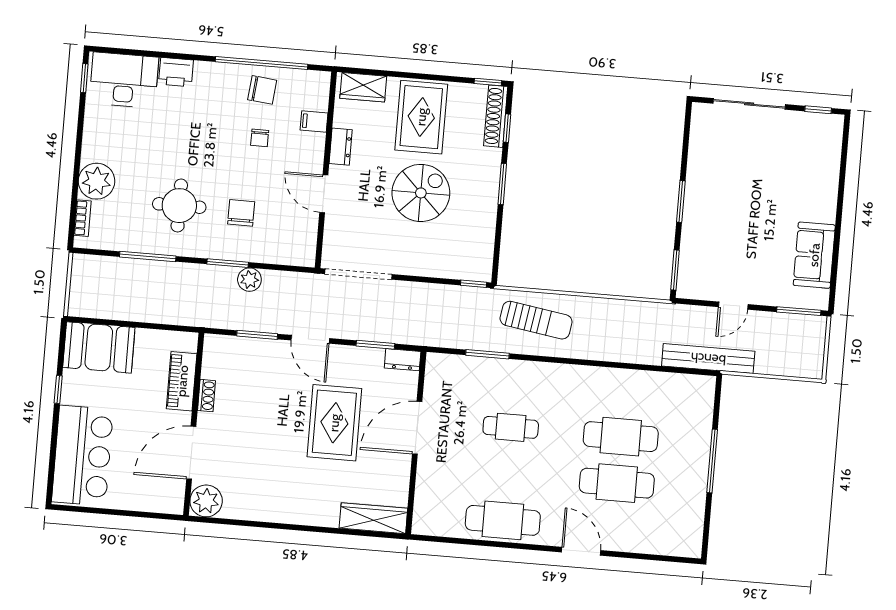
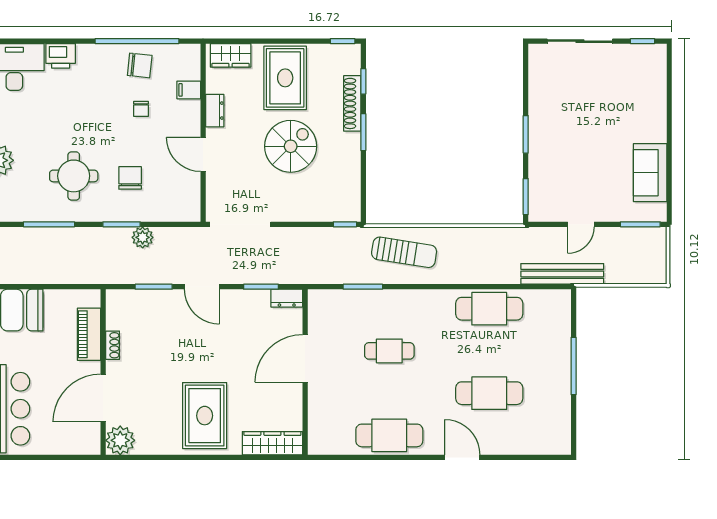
shoe rack: (496, 116) -> (352, 103), moved
rug: (334, 423) -> (205, 416), moved
cafe table: (621, 437) -> (489, 309), moved

